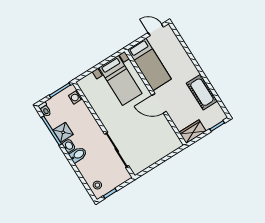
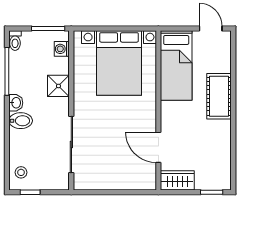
bed with nightstands: (120, 80) -> (119, 63), width x1.36
cot: (202, 92) -> (219, 96), moved
door: (159, 103) -> (158, 147), moved
shower: (63, 132) -> (58, 86), moved

